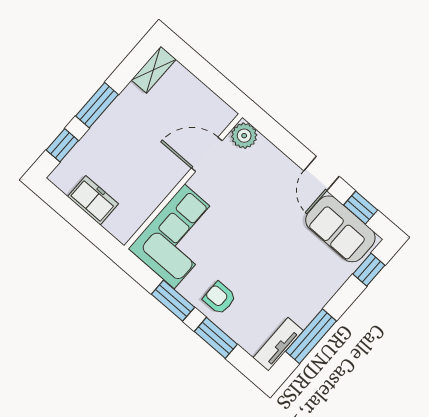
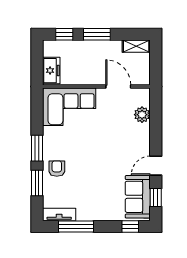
door: (207, 154) -> (118, 87), moved
wall: (183, 181) -> (96, 87), moved
corner sofa: (179, 236) -> (69, 107), moved

